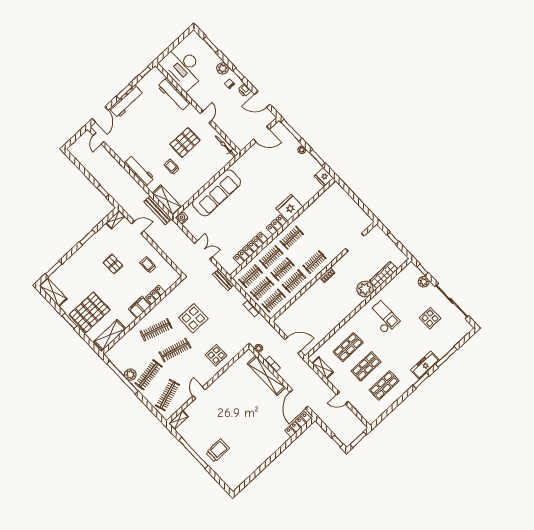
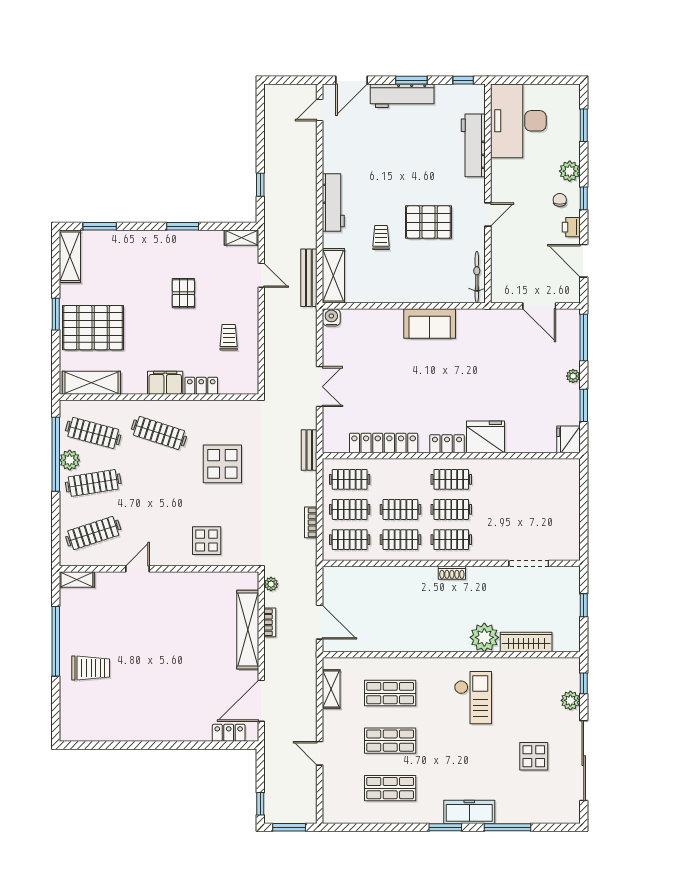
sofa: (217, 193) -> (430, 323), width x0.54, depth x0.79
clothes rail: (271, 257) -> (451, 509), moved
clothes rail: (175, 350) -> (93, 433), moved
locker: (298, 424) -> (229, 733), width x0.66

